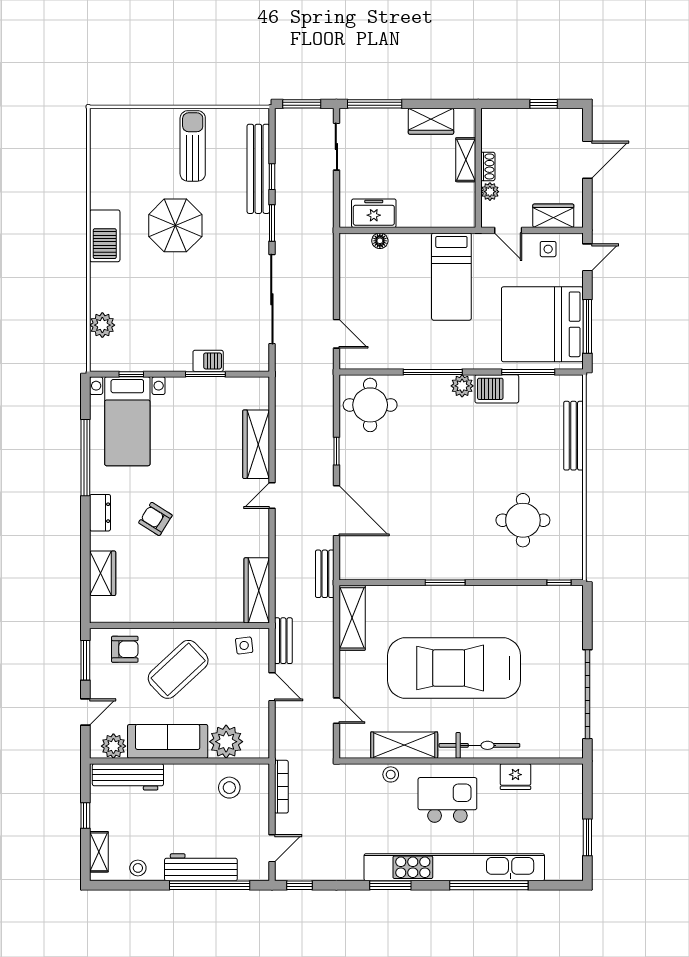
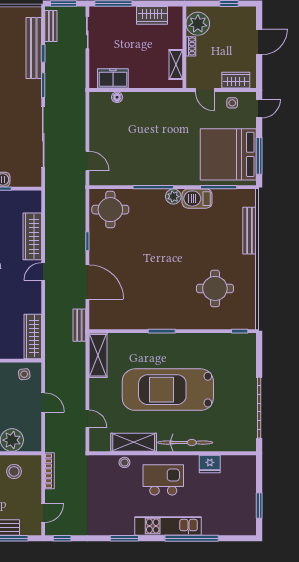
shelving: (466, 160) -> (176, 64), moved
plant: (490, 192) -> (198, 24), moved, width x1.88, depth x1.88
bed: (451, 277) -> (166, 122), removed
bench: (283, 641) -> (51, 26), moved
kitchen unit: (454, 867) -> (168, 526), width x0.54

